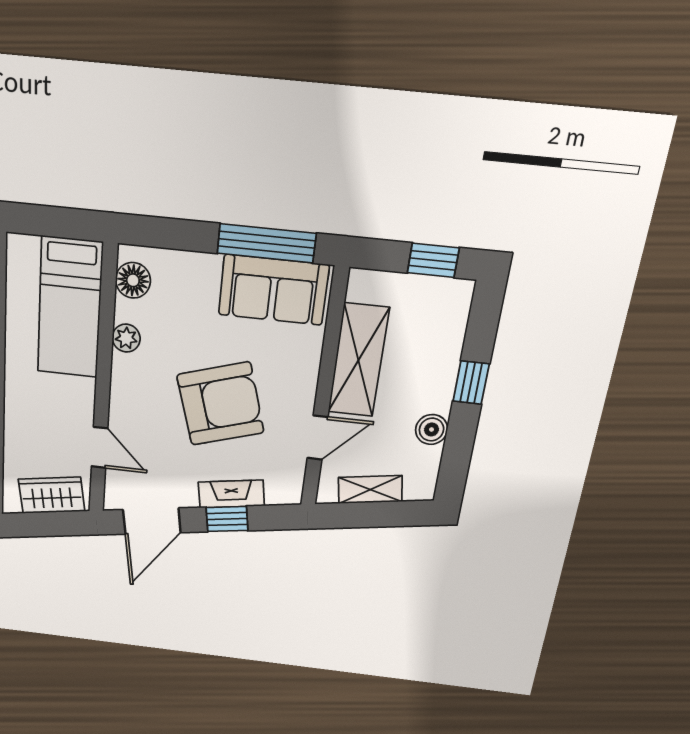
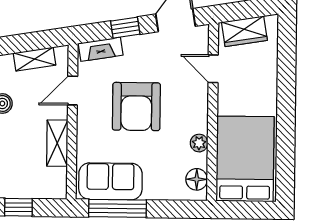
bed: (70, 308) -> (245, 159), width x1.50
shelving: (358, 360) -> (57, 143), width x0.67, depth x0.75
armchair: (221, 404) -> (136, 107), turned -73
fireplace: (231, 494) -> (101, 49), moved

